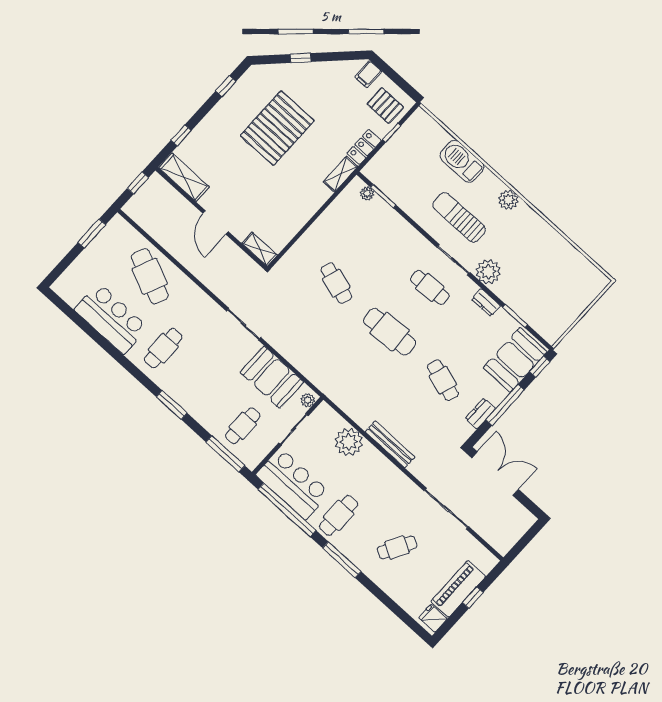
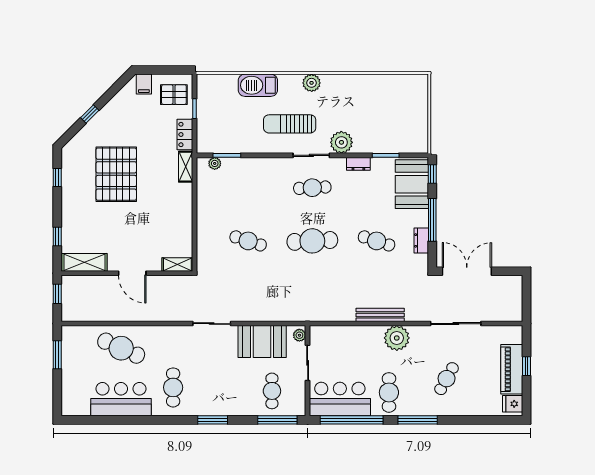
plant: (349, 442) -> (397, 338), moved

